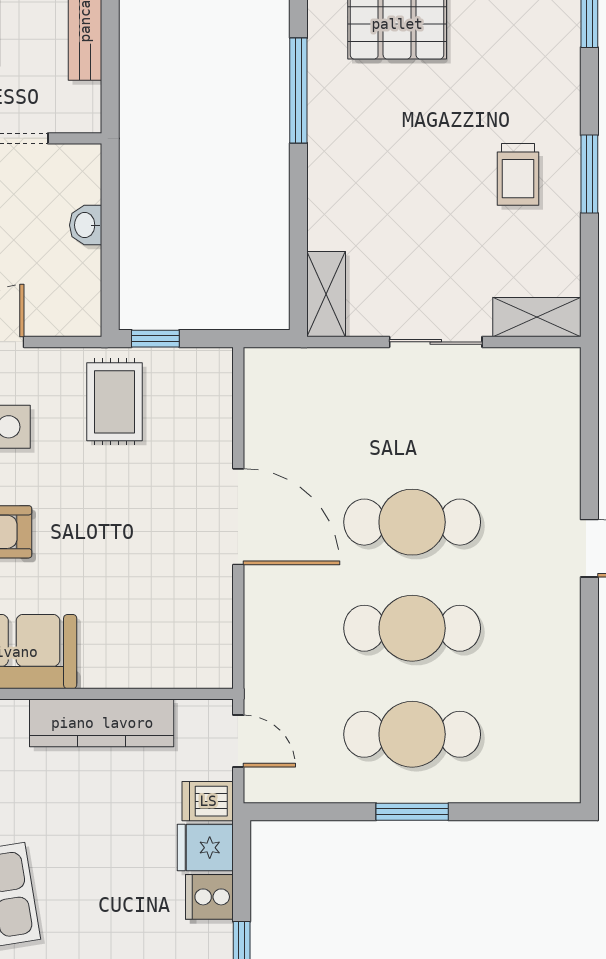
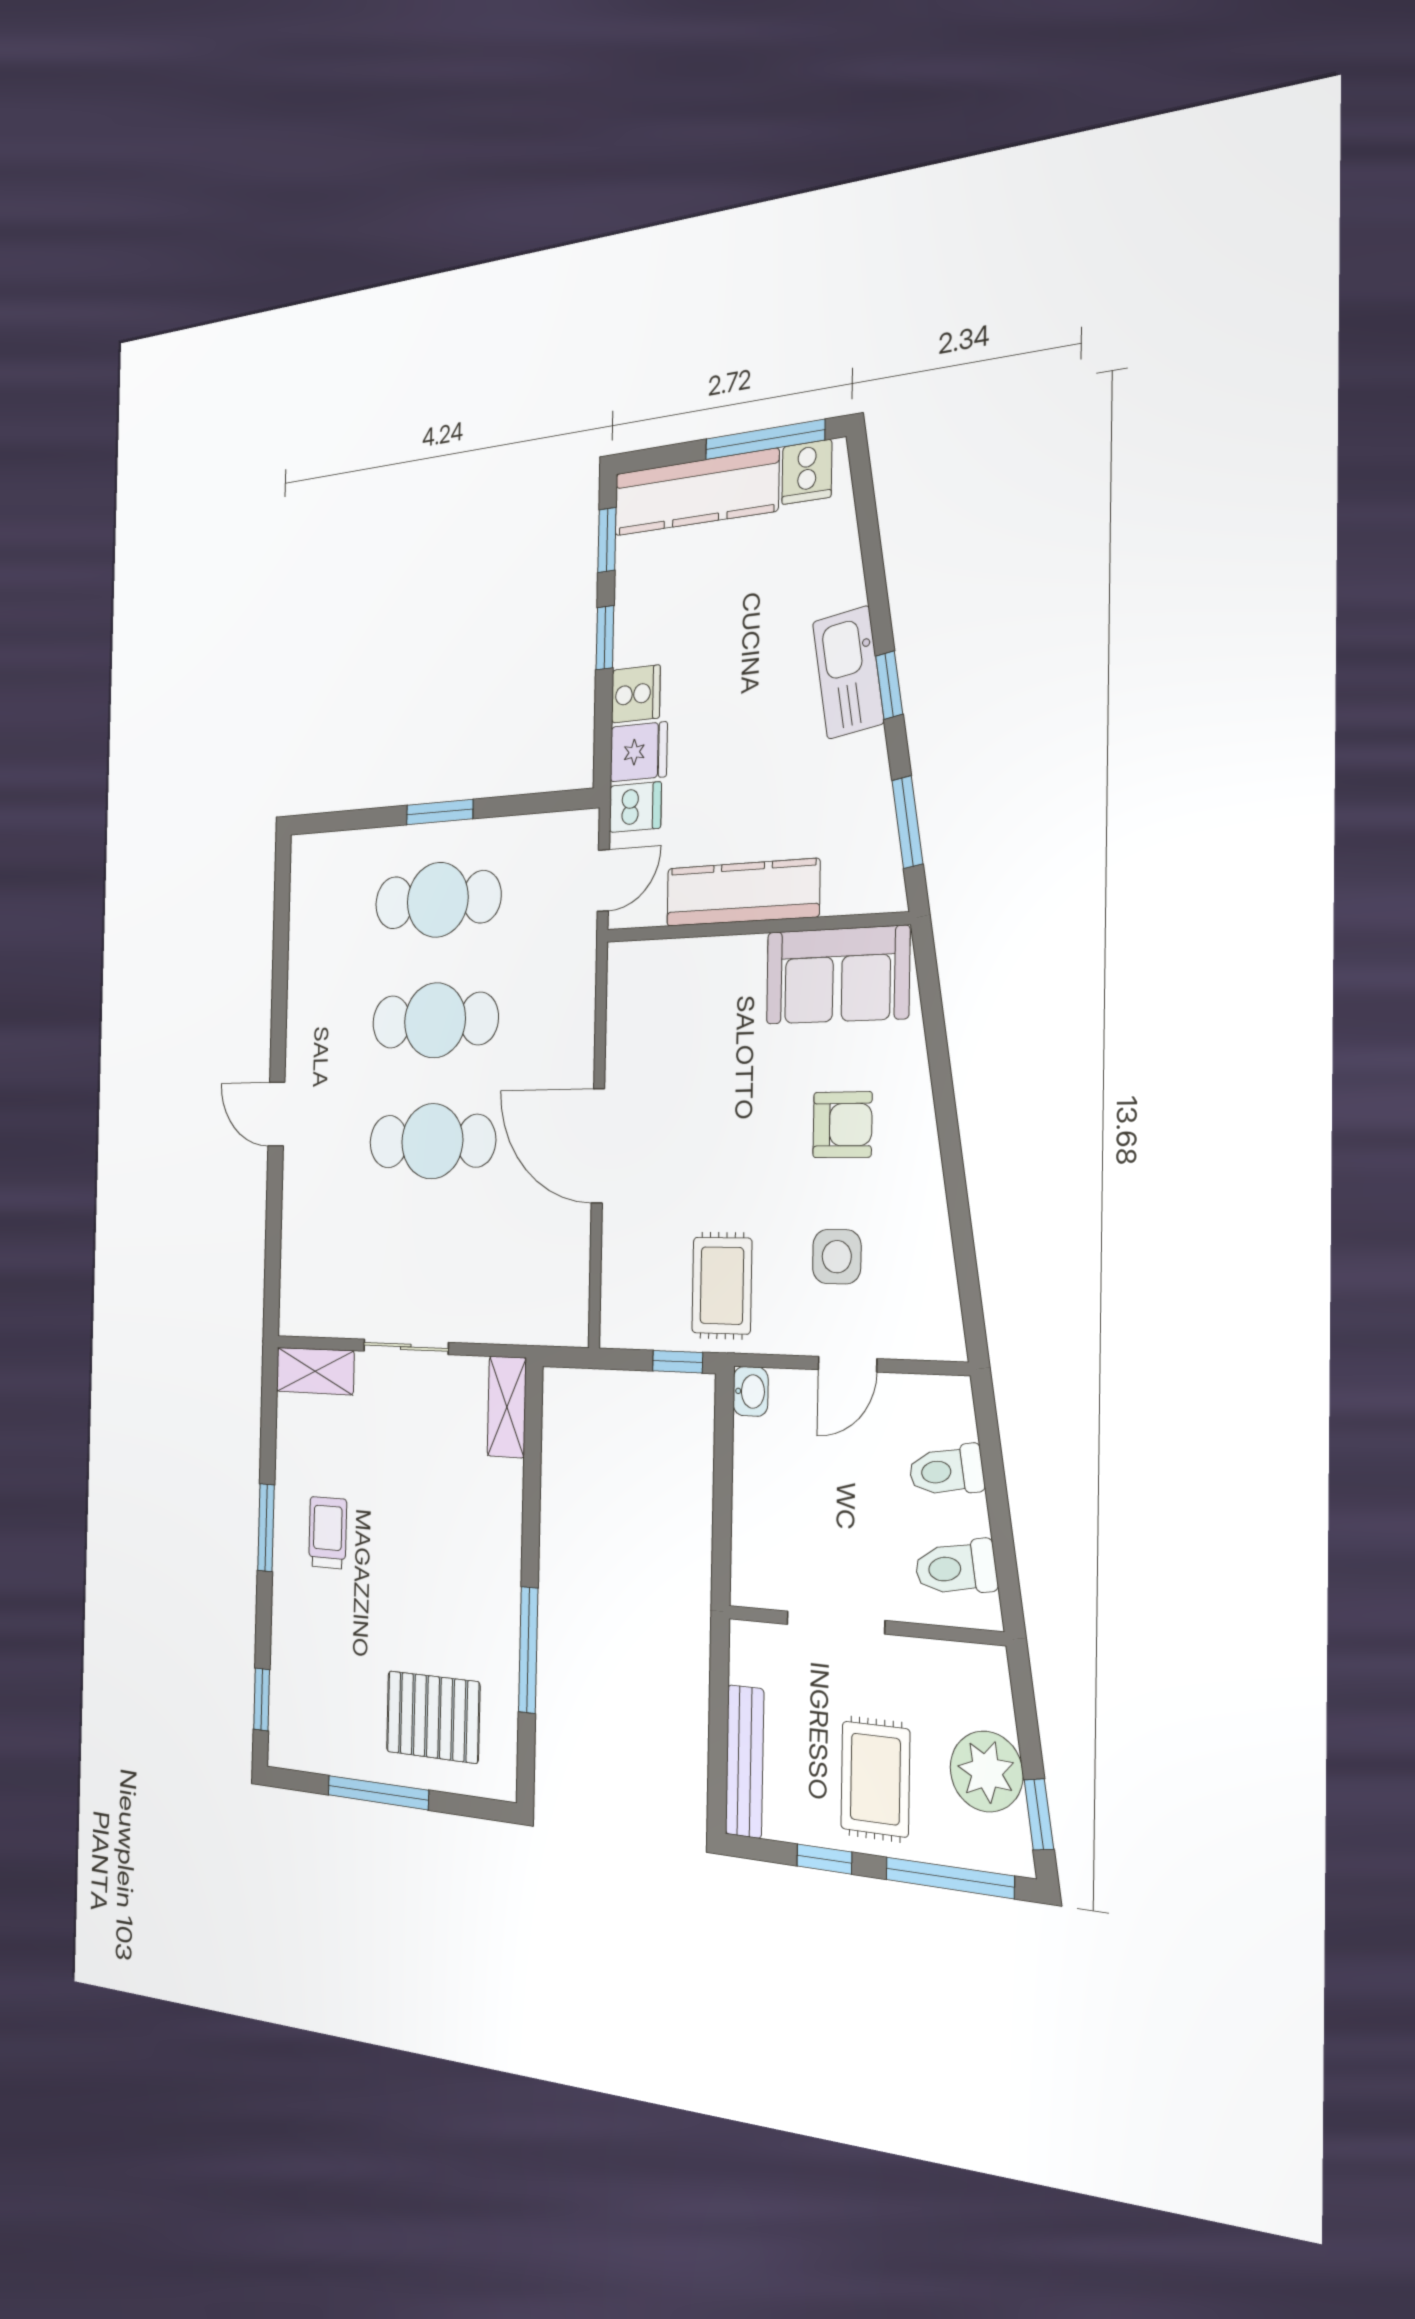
washbasin: (86, 225) -> (751, 1391), moved
door: (238, 741) -> (603, 880), swing flipped

